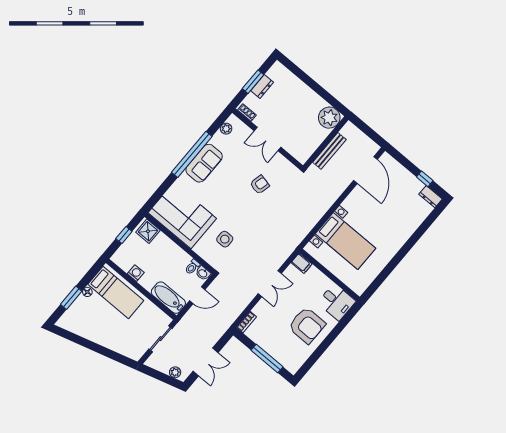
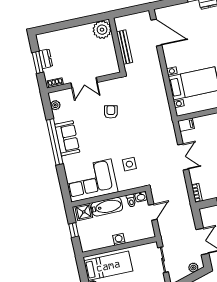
washing machine: (136, 273) -> (119, 239), moved
bathtub: (168, 298) -> (107, 207), moved, turned 180

